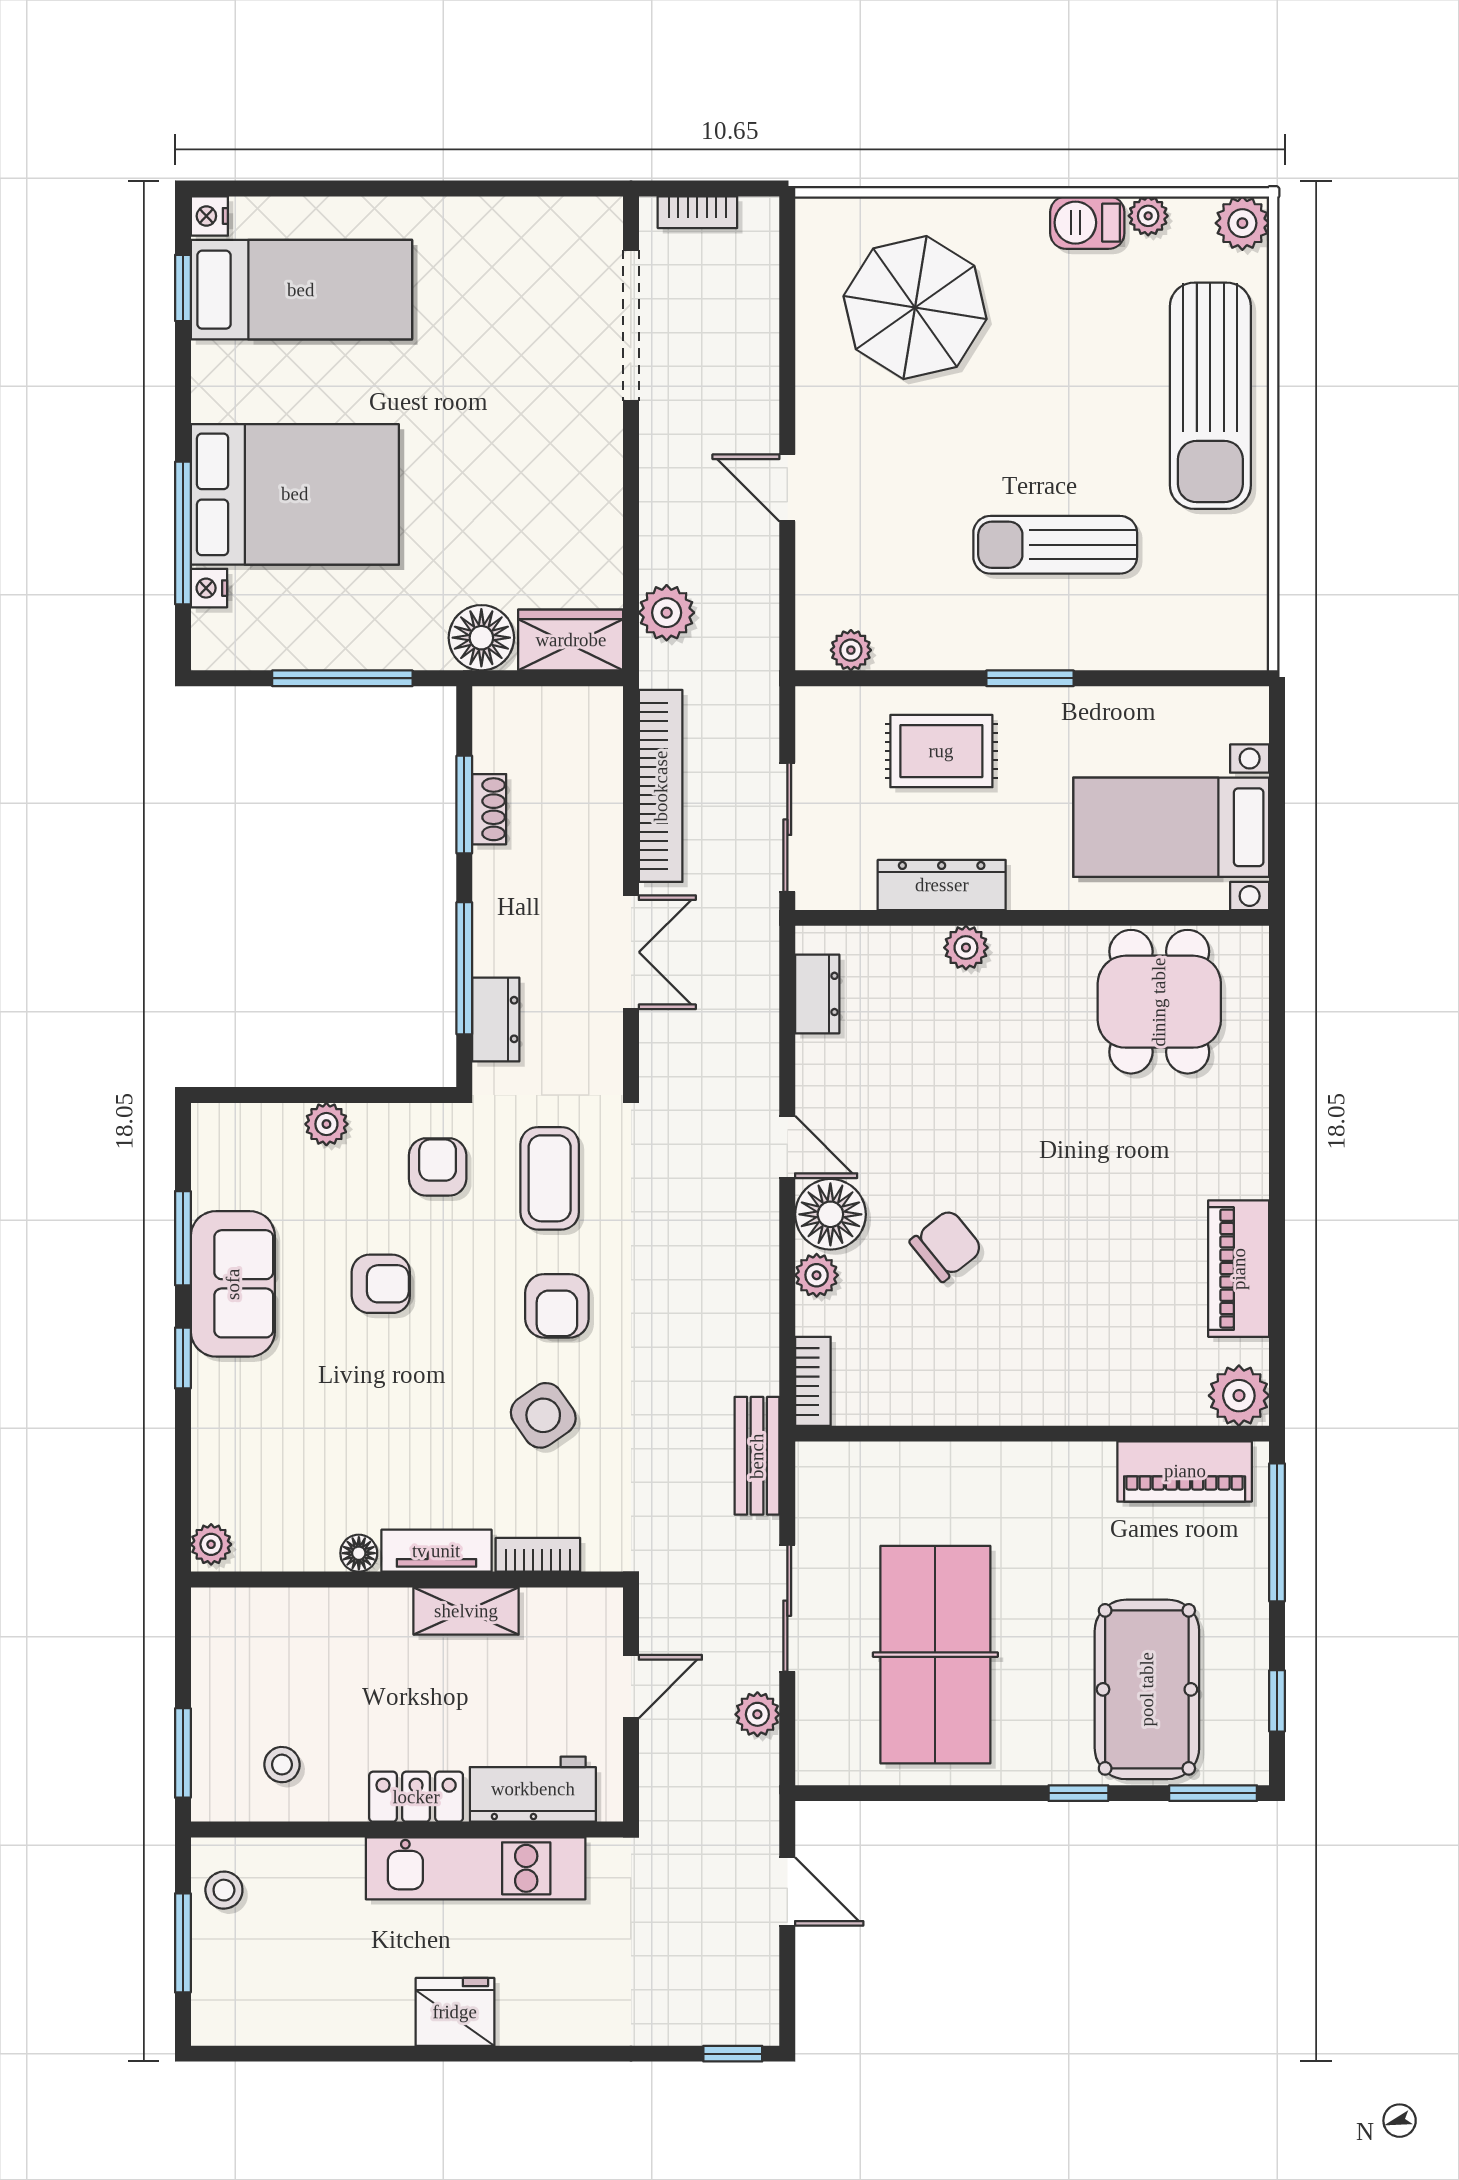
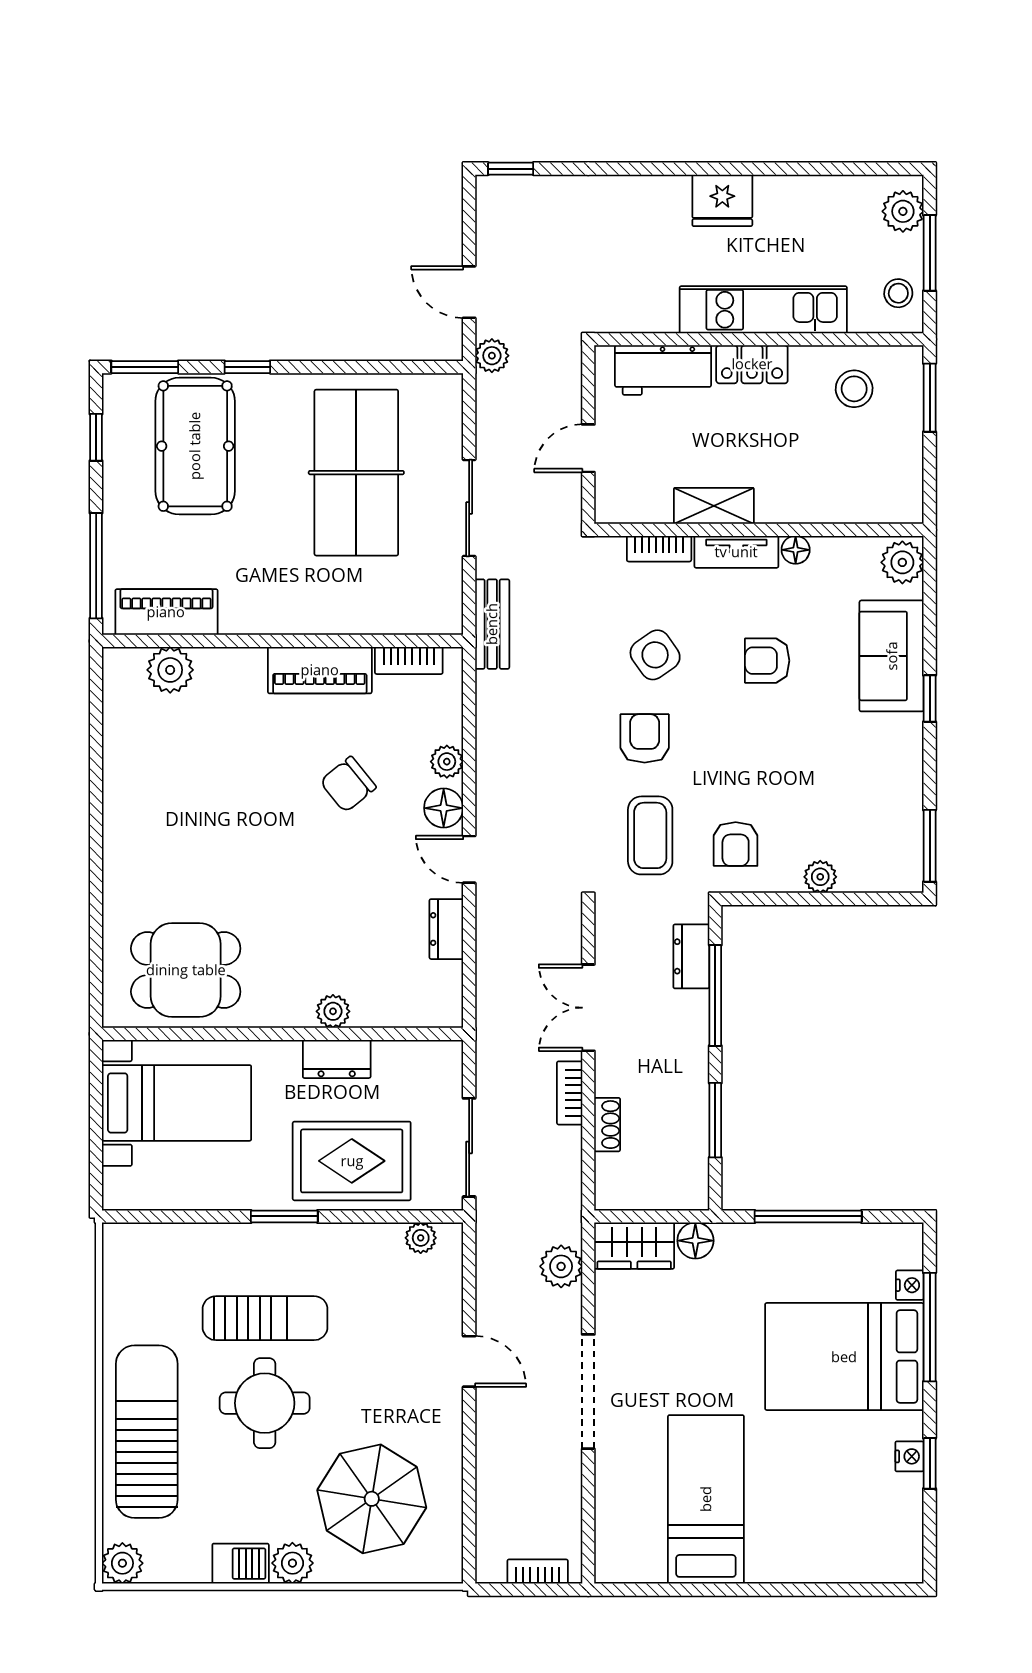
nightstand: (209, 216) -> (909, 1456), moved
plant: (1148, 216) -> (292, 1563), moved, width x1.38, depth x1.38
window: (183, 288) -> (930, 1463), moved
bed: (301, 290) -> (706, 1499), moved, turned 90
doorway: (631, 325) -> (588, 1392), moved
round table: (1056, 433) -> (265, 1403), added
floor lamp: (481, 638) -> (695, 1241), width x0.73, depth x0.73
rug: (941, 751) -> (352, 1161), width x1.36, depth x1.43
bookcase: (661, 786) -> (570, 1093), width x0.43, depth x0.76
shoe rack: (489, 809) -> (607, 1125), moved, turned 180
sliding door: (787, 827) -> (469, 1147), moved
dresser: (942, 885) -> (337, 1059), width x0.70
dresser: (817, 994) -> (446, 929), moved
dining table: (1159, 1002) -> (186, 970), turned 90
floor lamp: (830, 1214) -> (444, 808), width x0.73, depth x0.73
window: (183, 1238) -> (930, 846), moved
piano: (1239, 1269) -> (320, 670), moved, turned 90
sofa: (233, 1284) -> (892, 656), moved
armchair: (381, 1284) -> (767, 661), moved
bookcase: (813, 1381) -> (409, 660), moved, turned -90
plant: (1239, 1396) -> (170, 670), moved
plant: (211, 1544) -> (902, 562), width x1.38, depth x1.38
plant: (757, 1714) -> (492, 356), moved
stool: (282, 1765) -> (854, 389), width x1.37, depth x1.37
kitchen unit: (476, 1868) -> (763, 310), moved
plant: (218, 1997) -> (903, 211), added

